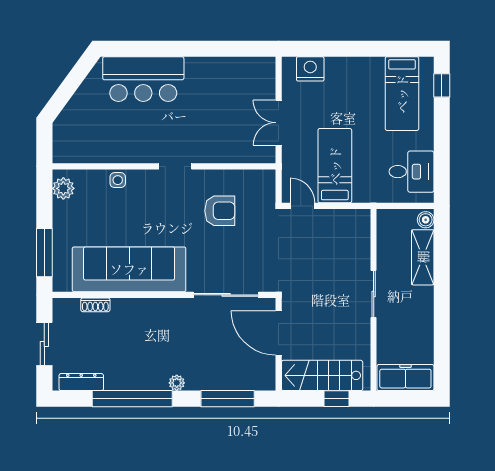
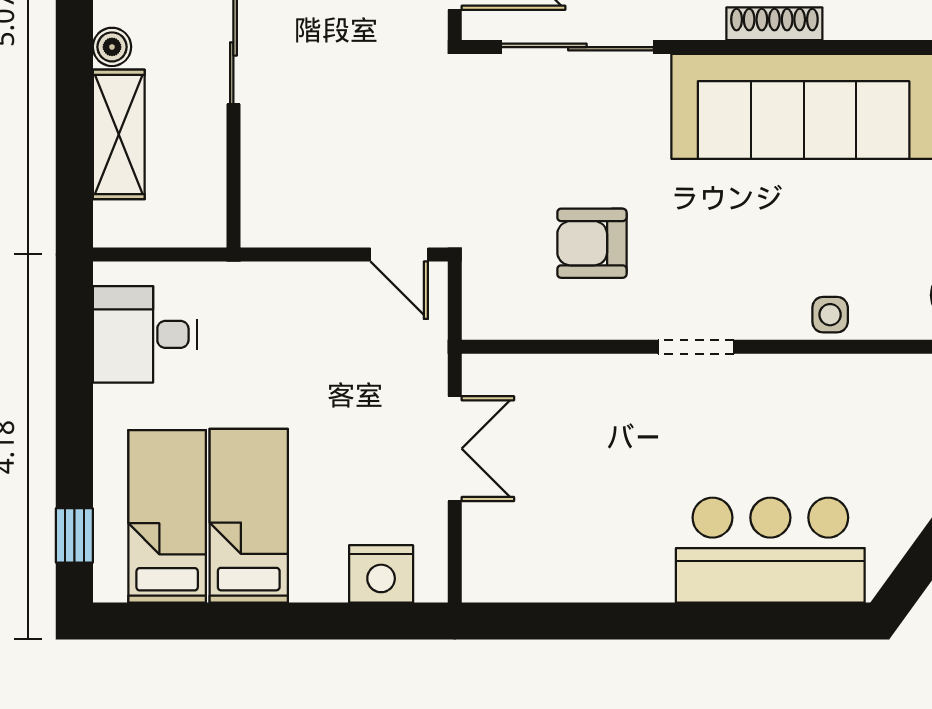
bed: (335, 166) -> (249, 516), moved, turned 180
boiler: (426, 220) -> (112, 47), moved
shoe rack: (95, 305) -> (774, 24), moved, width x1.43

